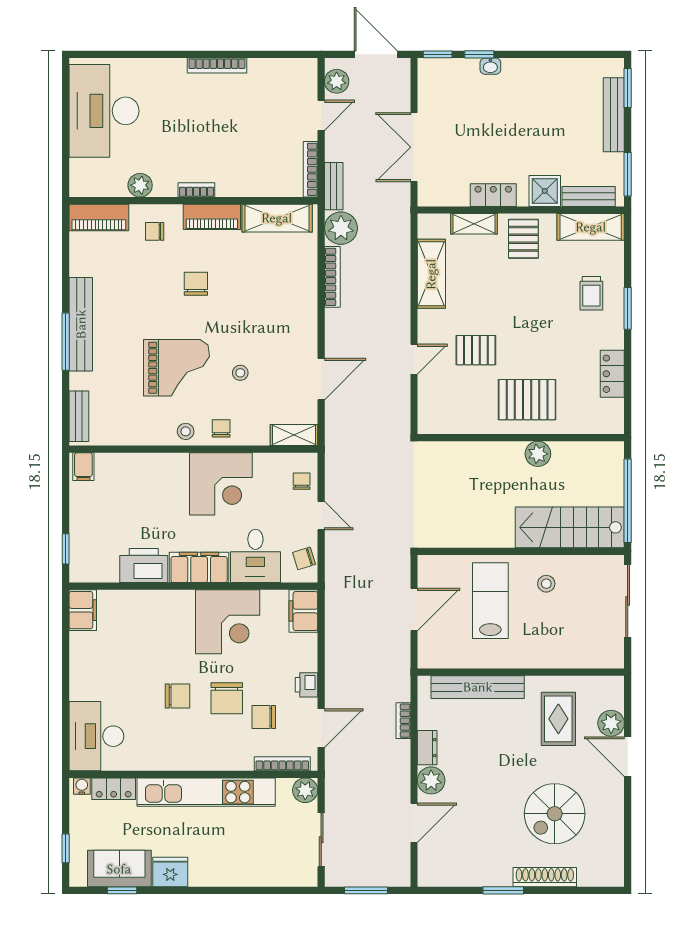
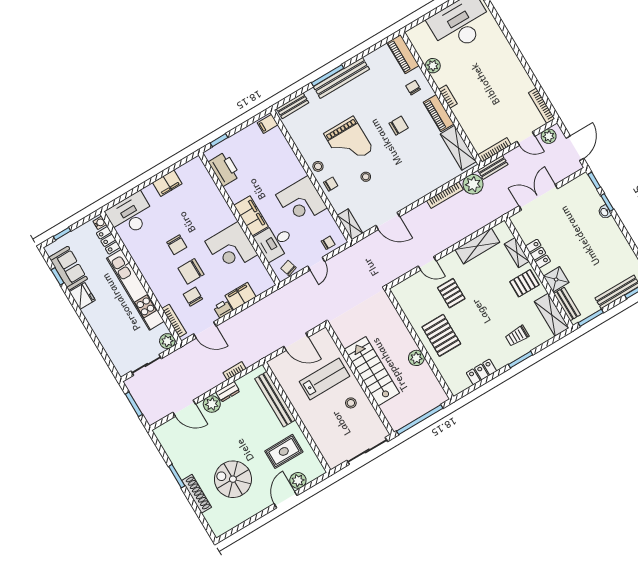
bookcase: (217, 65) -> (542, 106), moved
stairs: (570, 527) -> (372, 371), moved
printer: (144, 566) -> (224, 169), moved
filing cabinet: (83, 610) -> (167, 183), moved
filing cabinet: (303, 611) -> (241, 296), moved

